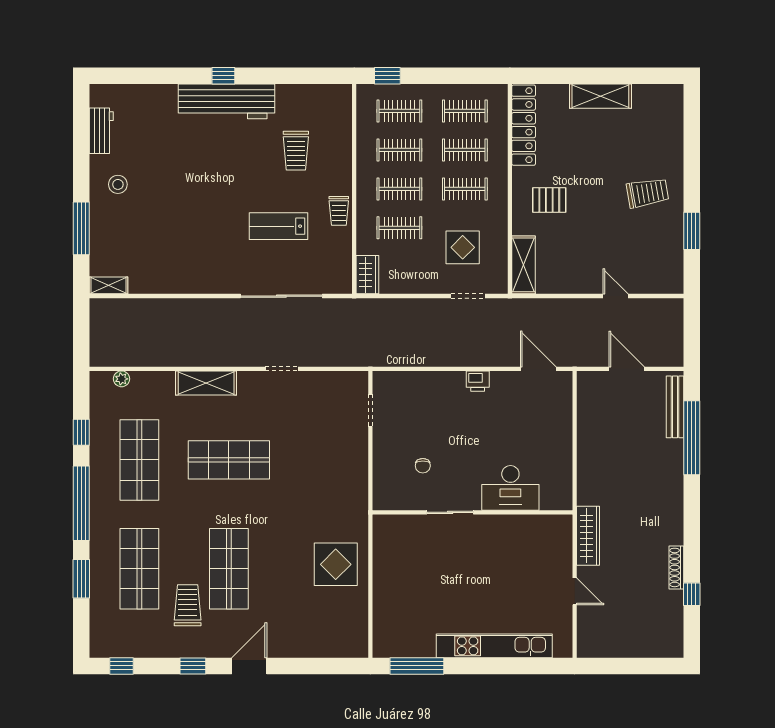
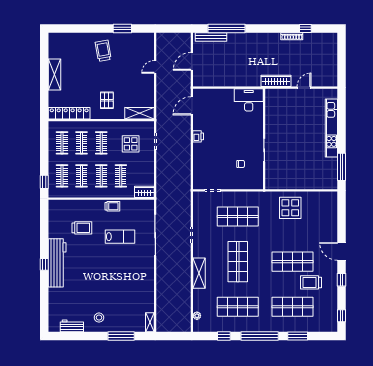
lab bench: (279, 226) -> (120, 237), turned -90
shop shelf: (318, 460) -> (238, 217), added
desk: (510, 488) -> (249, 100), moved, turned -90

